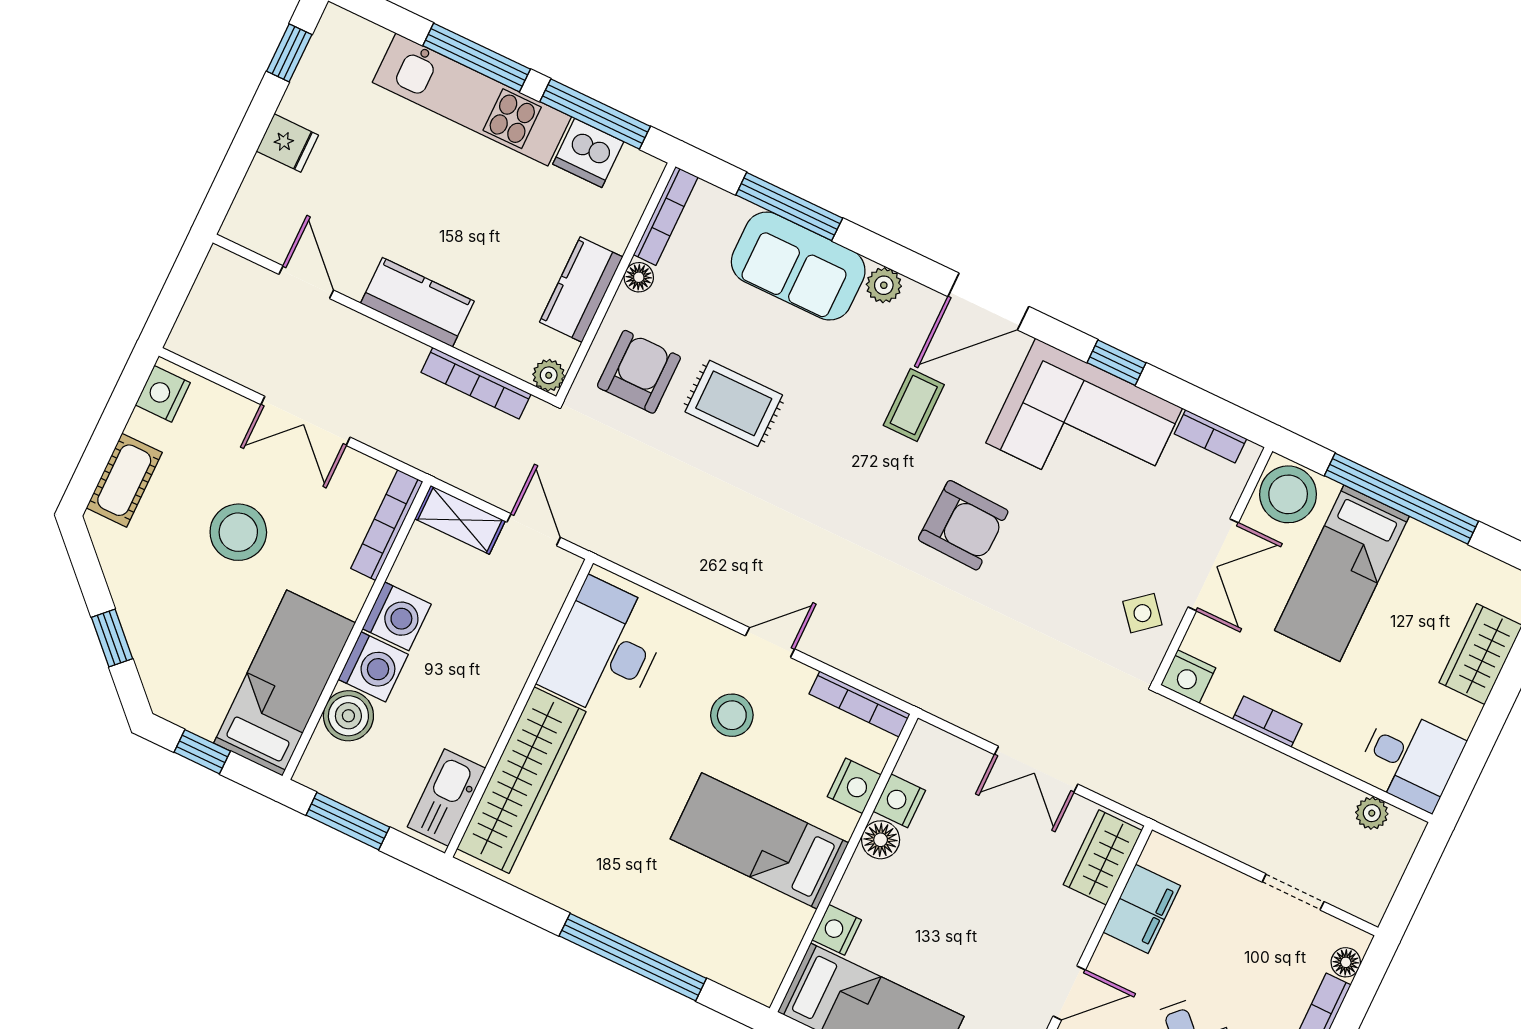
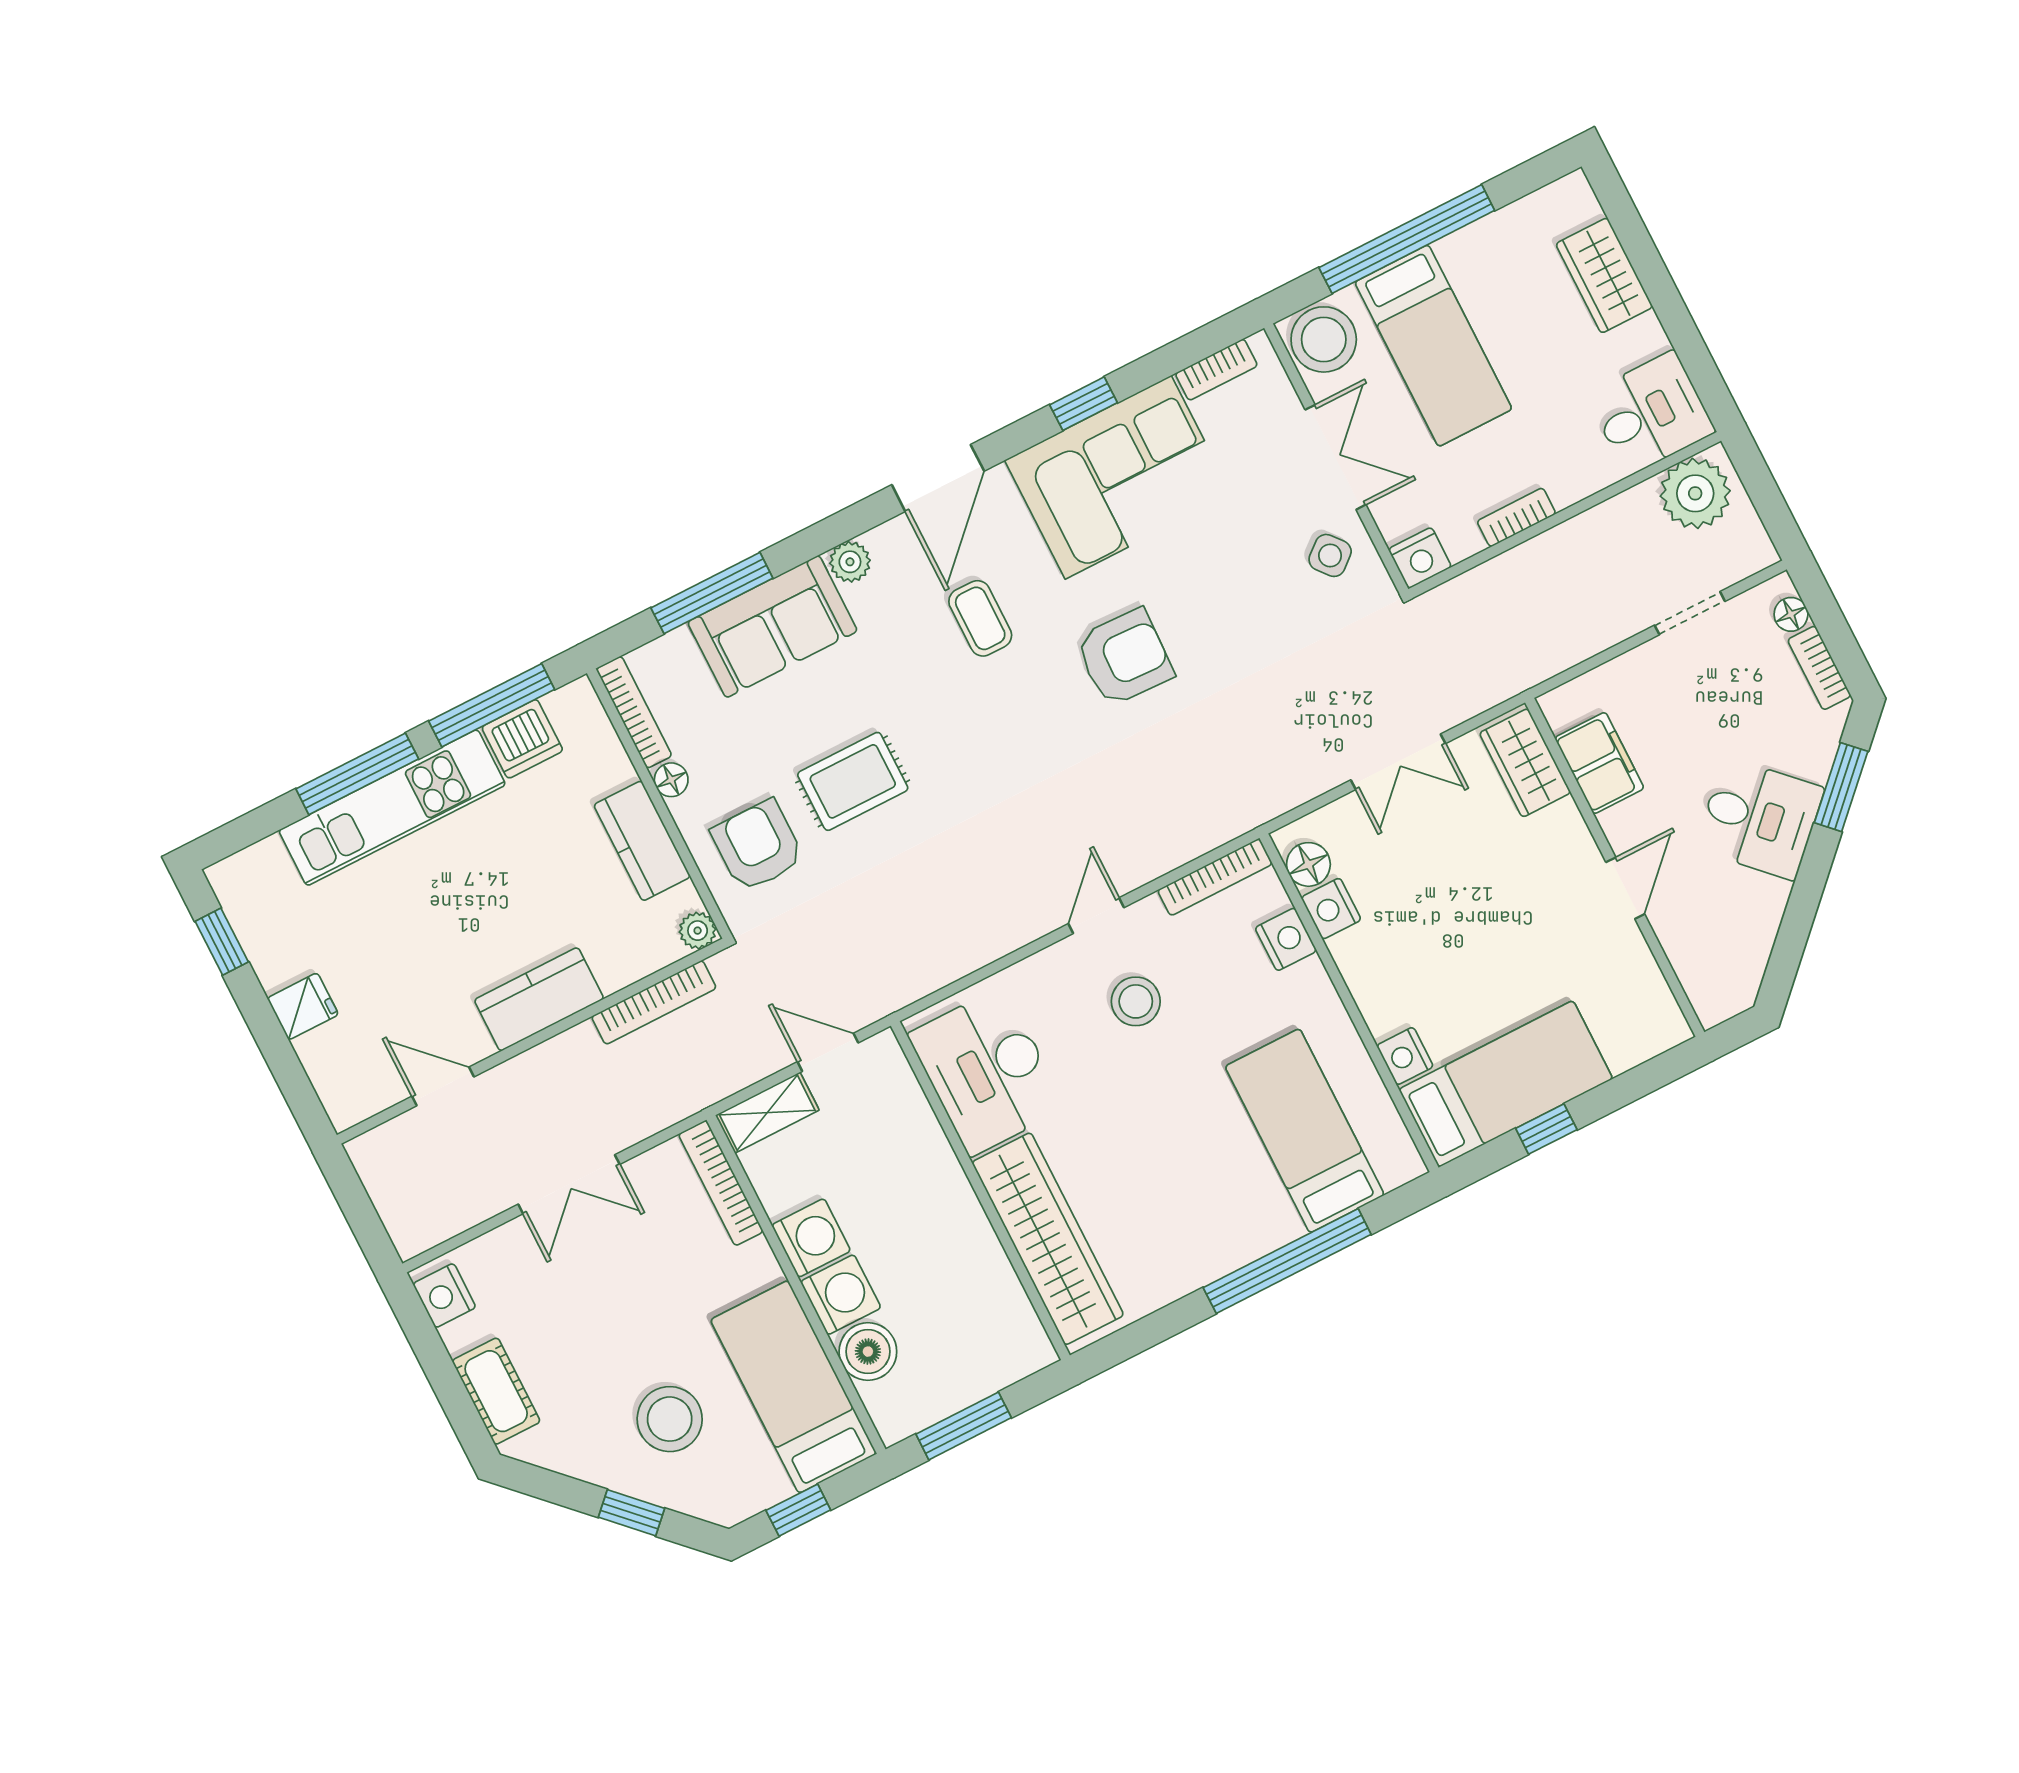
stool: (238, 532) -> (670, 1419), moved
kitchen sink: (446, 798) -> (1011, 1319), removed
plant: (1372, 813) -> (1695, 493), width x1.88, depth x1.88
floor lamp: (881, 840) -> (1308, 864), moved
bed: (759, 841) -> (1305, 1131), moved, turned 90

